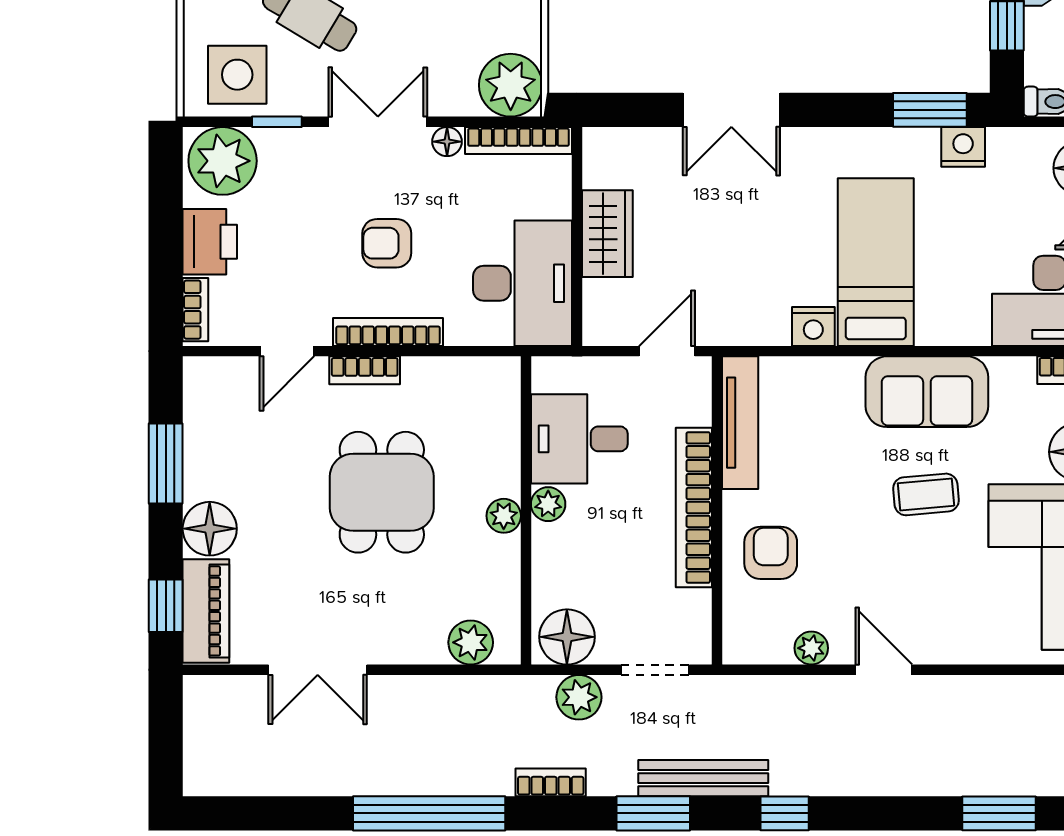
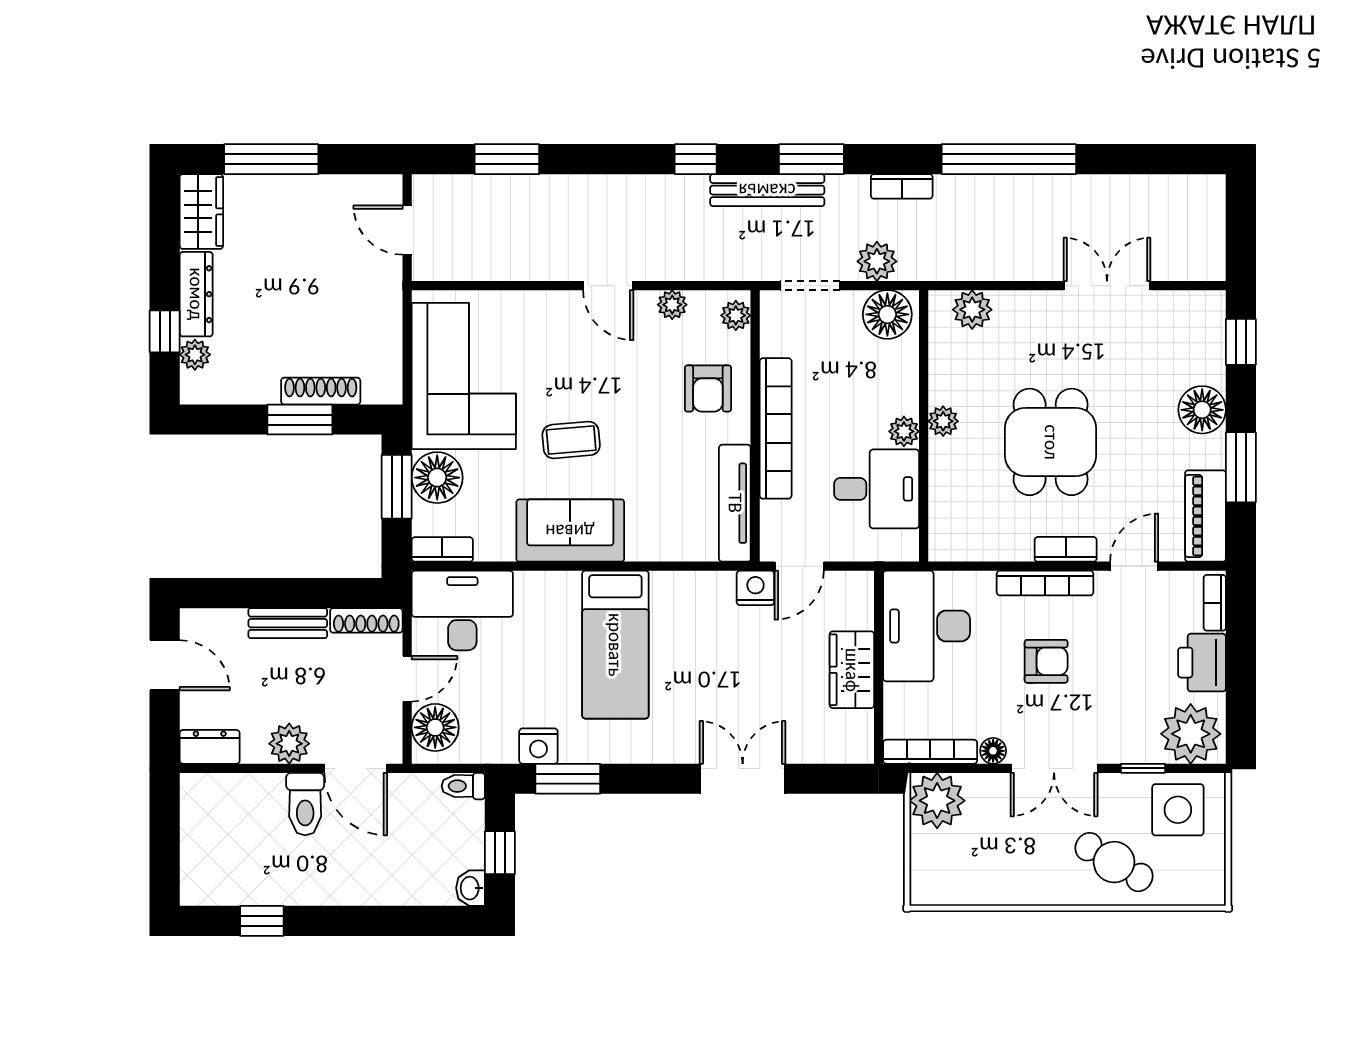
nightstand: (813, 326) -> (755, 588), moved
piano: (206, 611) -> (1205, 516), moved
plant: (739, 636) -> (736, 315), added

